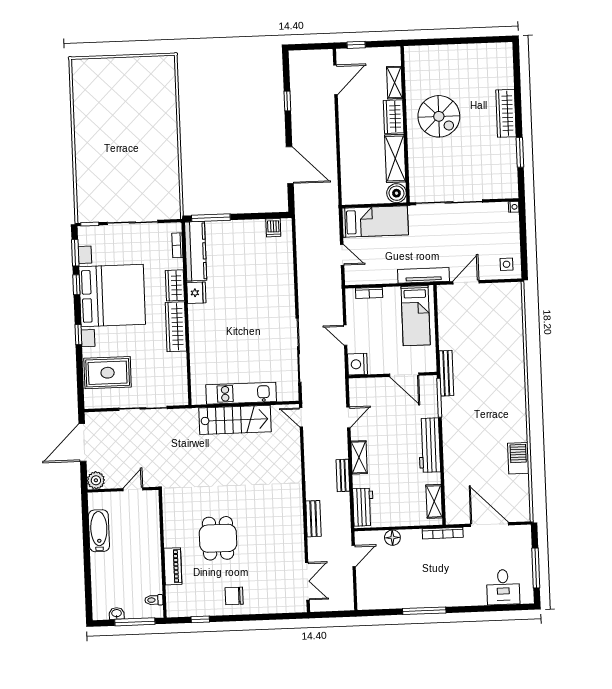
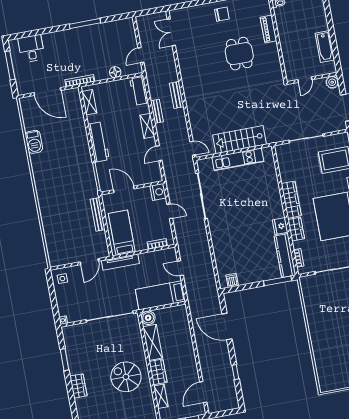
wardrobe: (506, 113) -> (78, 386), width x0.67
bench: (446, 373) -> (98, 214), moved
bench: (313, 519) -> (177, 95), moved

